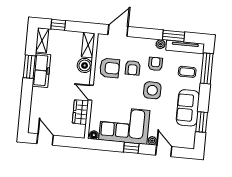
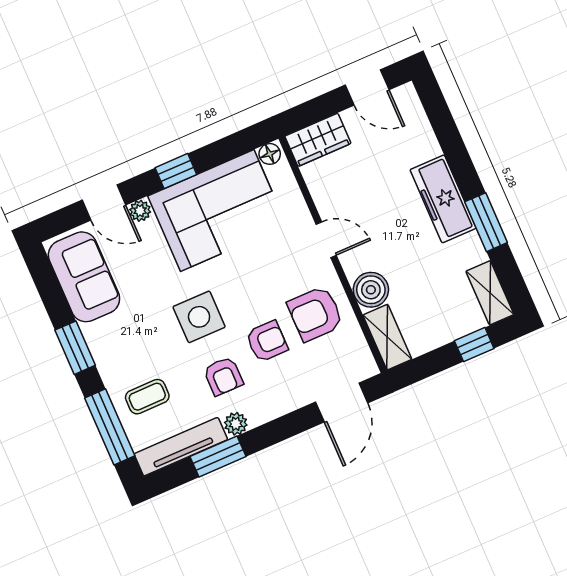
armchair: (133, 68) -> (267, 341), turned 90
freezer: (41, 70) -> (443, 199), moved
sofa: (188, 108) -> (84, 277), moved
wardrobe: (80, 112) -> (318, 140), moved, turned 90
window: (202, 122) -> (75, 348), moved

